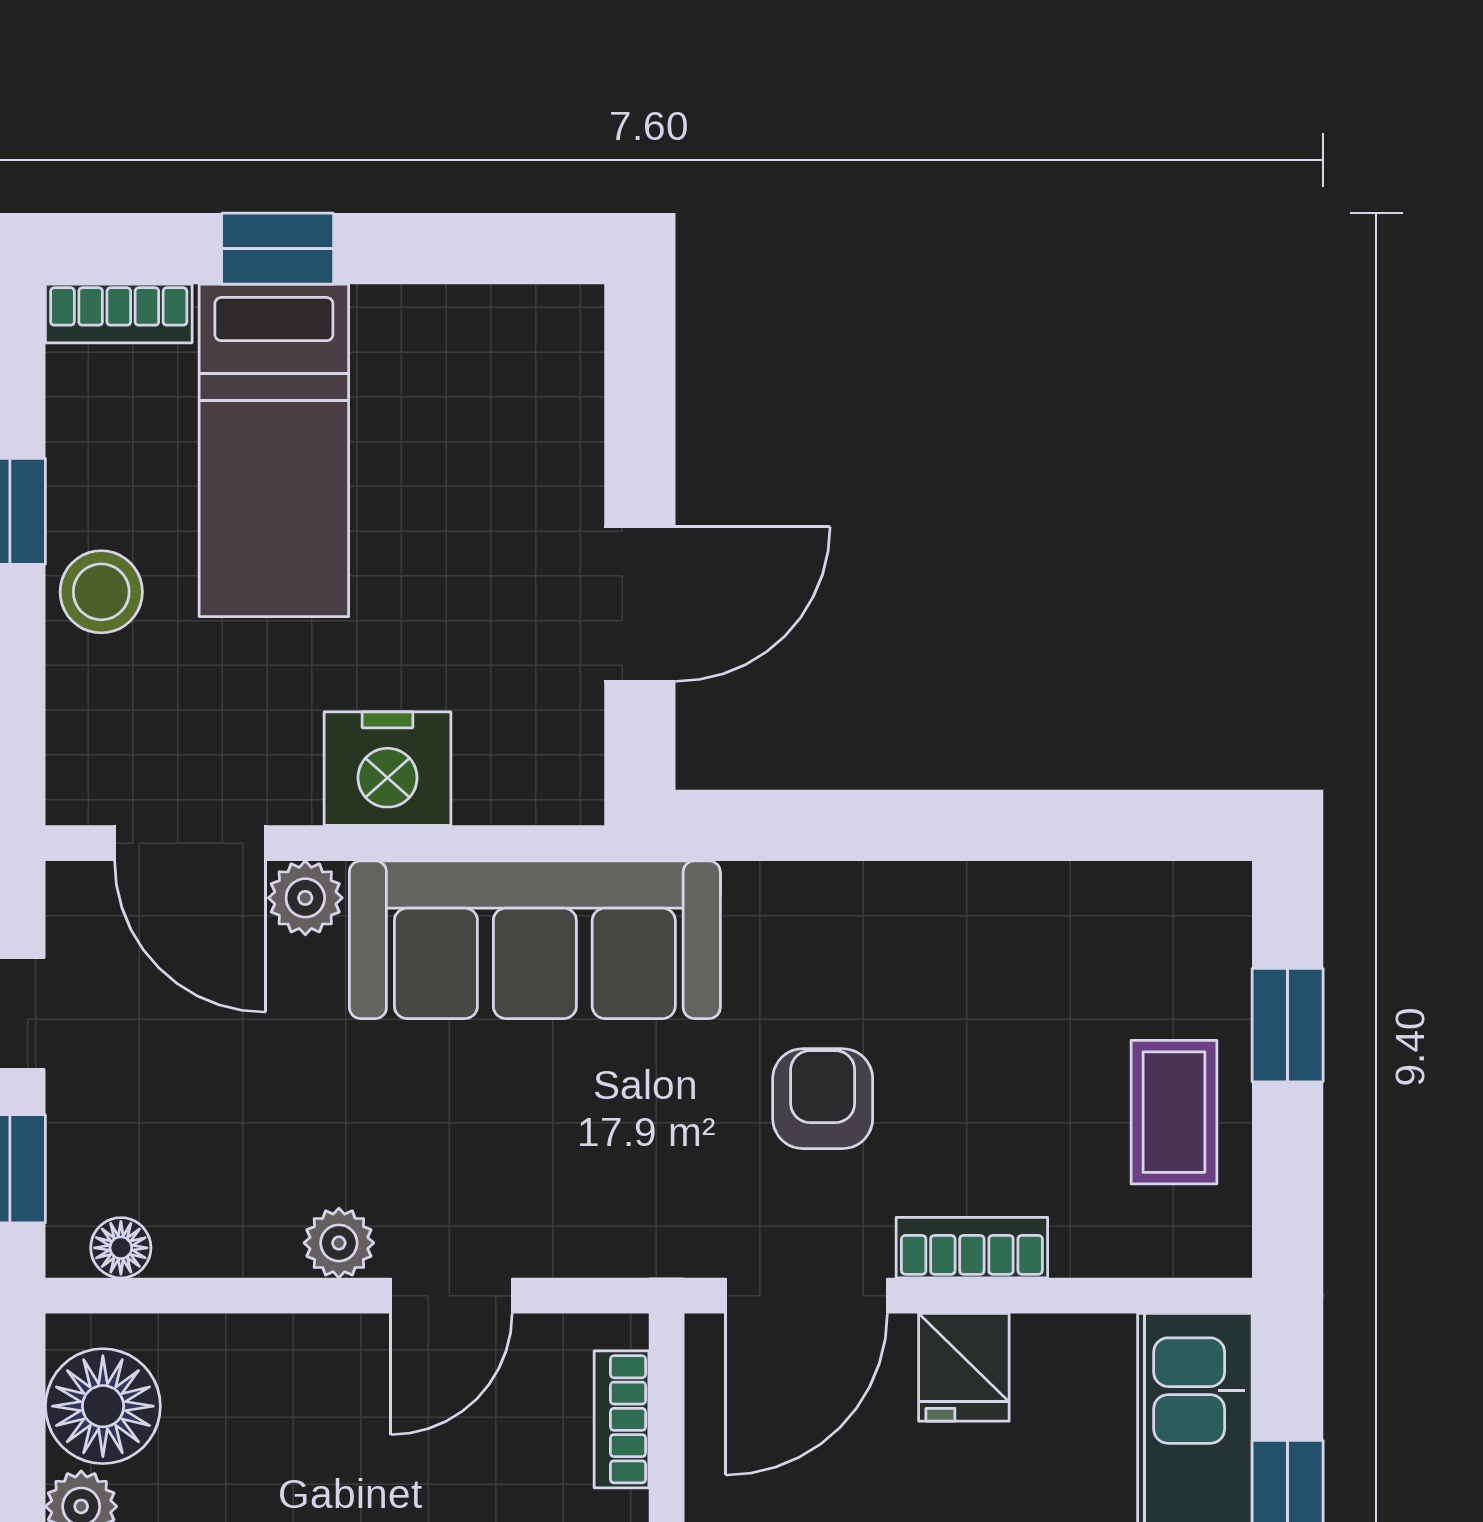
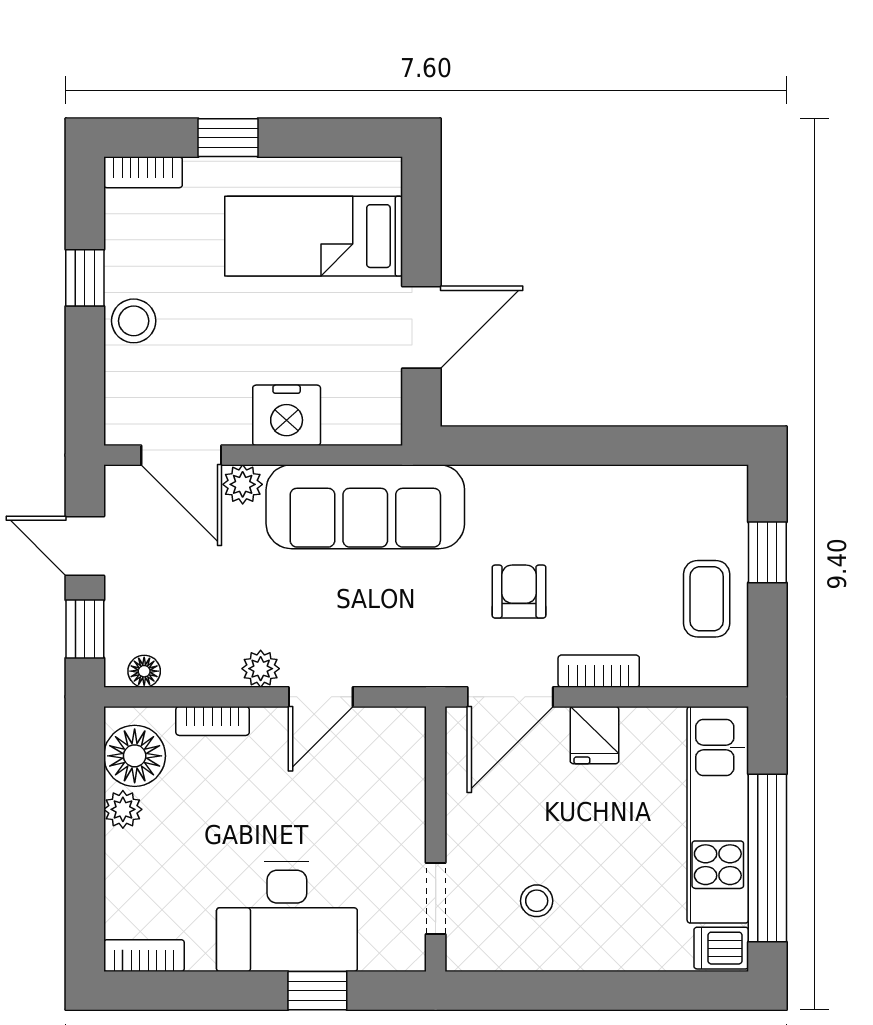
bed: (274, 450) -> (314, 236), moved, turned 90
bookcase: (621, 1419) -> (213, 721), moved, turned -90

